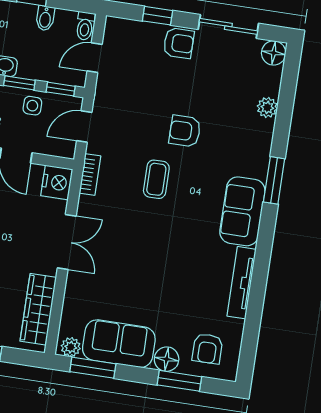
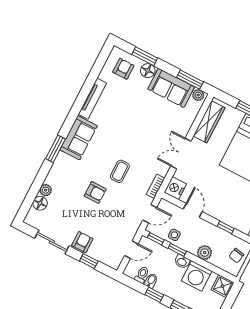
toilet: (85, 26) -> (142, 275), moved
armchair: (179, 43) -> (82, 242), turned 90
floor lamp: (274, 53) -> (40, 203), moved

